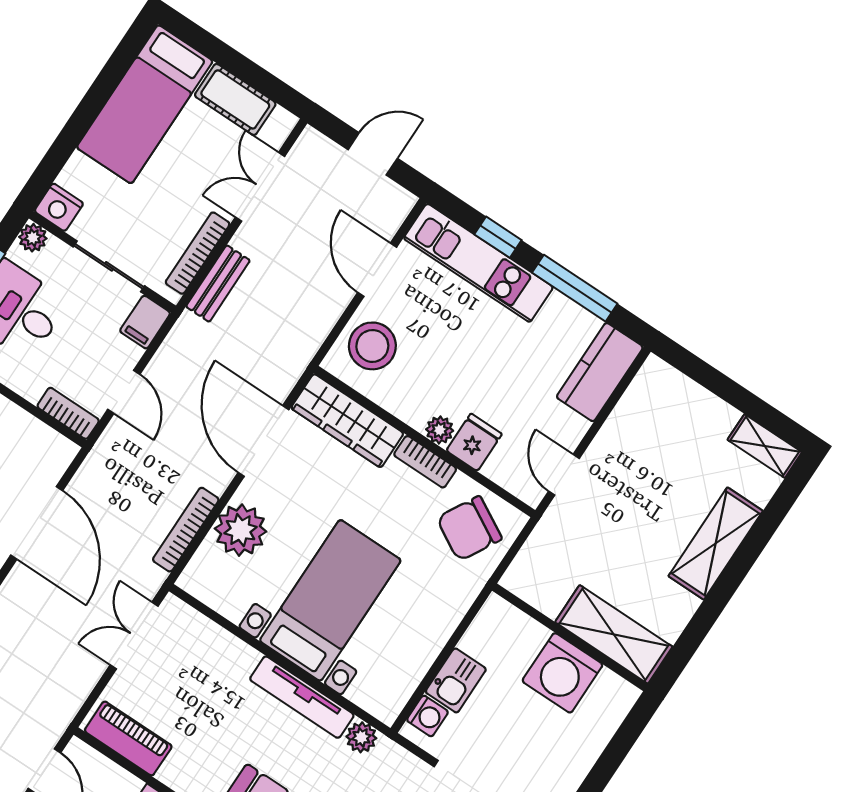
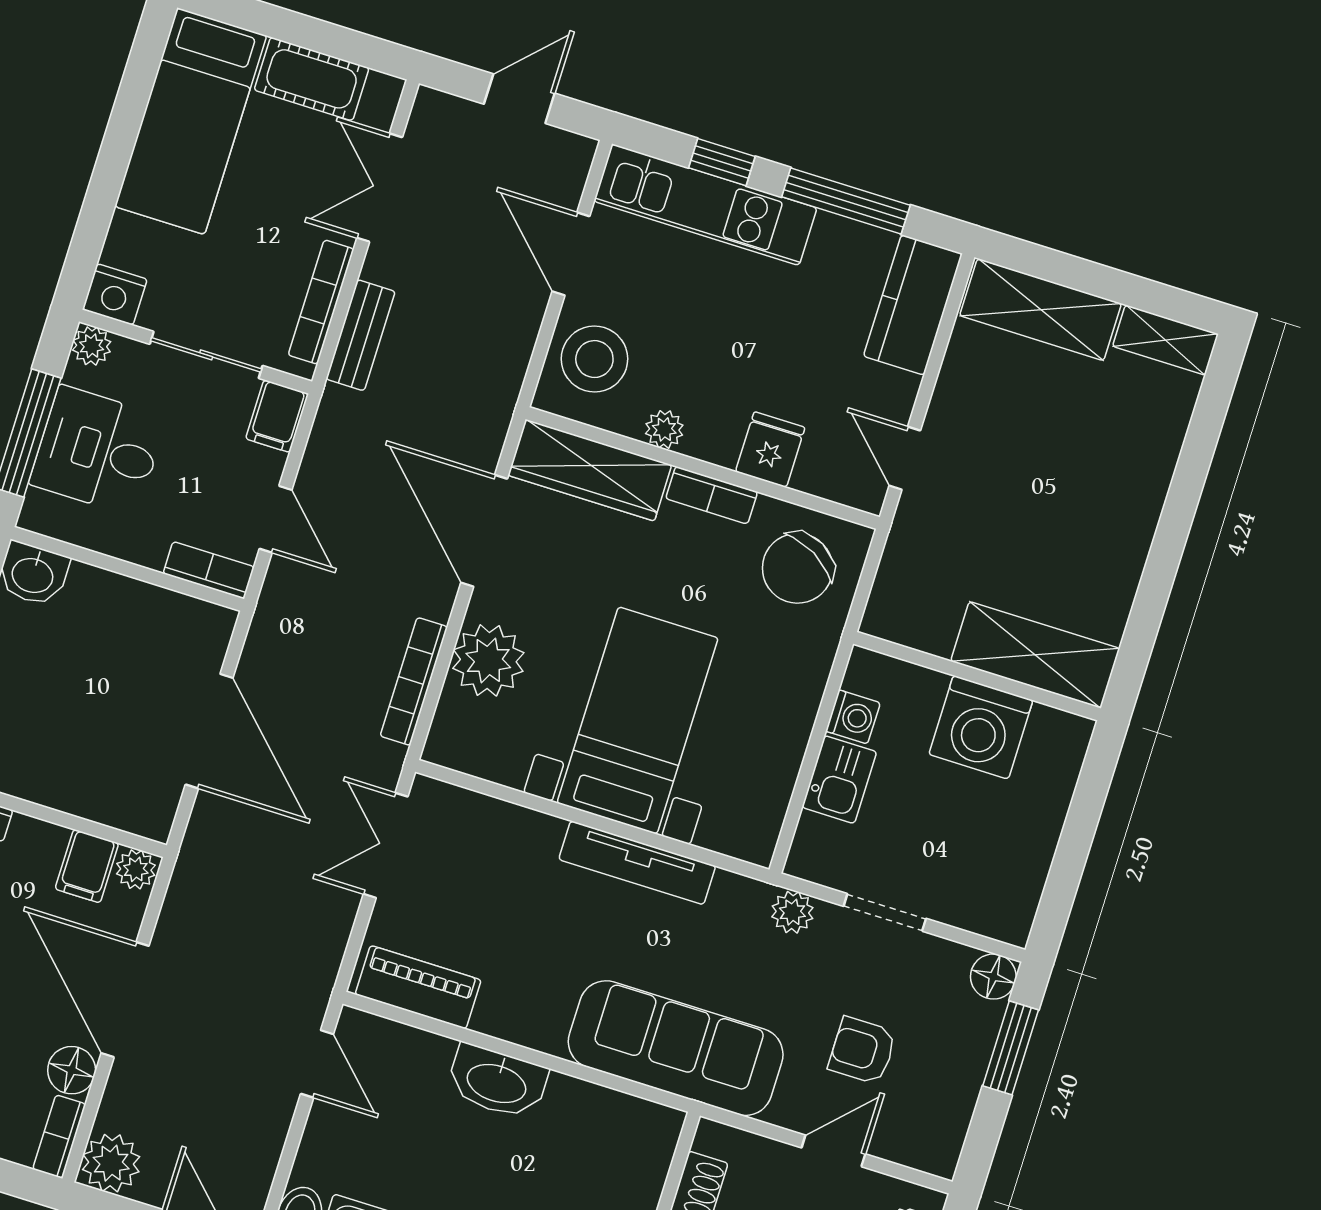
plant: (440, 430) -> (664, 429), moved
shelving: (716, 543) -> (1041, 310), moved, turned 90
washing machine: (427, 716) -> (853, 717), moved
plant: (361, 737) -> (792, 912), moved

